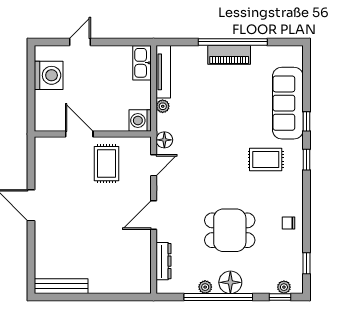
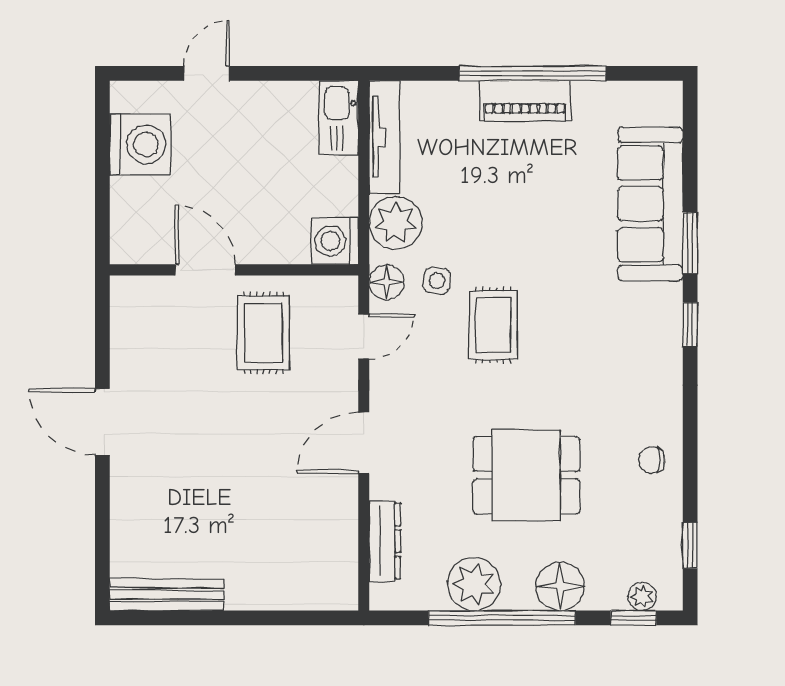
plant: (163, 106) -> (396, 223), width x1.88, depth x1.88
window: (306, 121) -> (690, 243), width x1.50
side table: (188, 139) -> (437, 281), added
rug: (266, 159) -> (493, 325), moved, turned 90
floor lamp: (230, 282) -> (560, 586), moved
plant: (205, 287) -> (474, 584), width x1.88, depth x1.88

